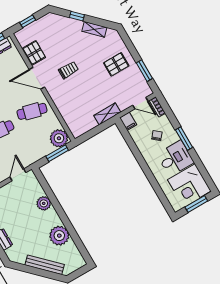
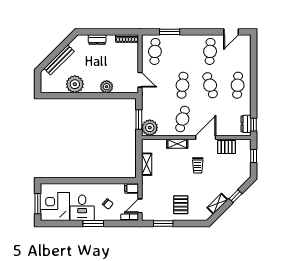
shelving: (59, 102) -> (177, 144), added
shelving: (107, 114) -> (147, 164), moved

